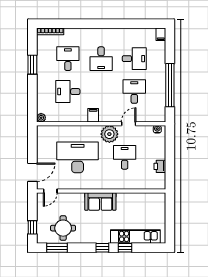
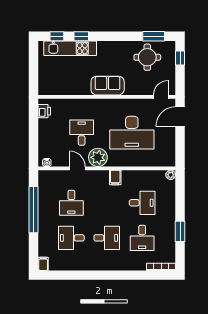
desk: (101, 59) -> (107, 238), turned 90
door: (129, 124) -> (77, 168), swing flipped
desk: (125, 157) -> (82, 133), turned 180
printer: (160, 166) -> (44, 111), moved
window: (102, 248) -> (57, 36), moved

